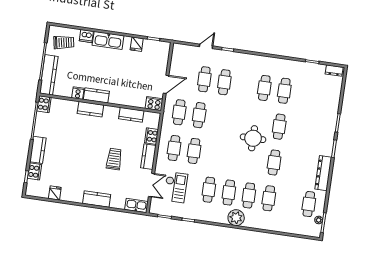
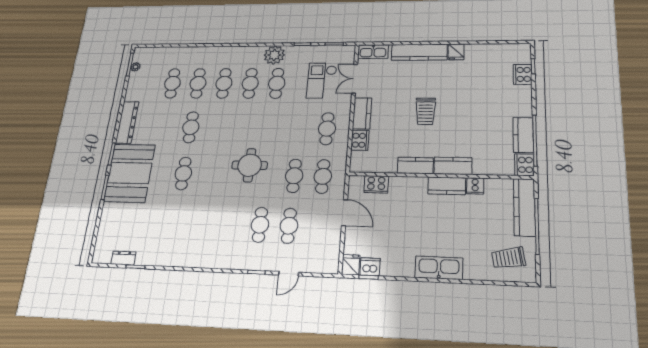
dishwasher: (86, 36) -> (370, 267), moved
fridge: (137, 44) -> (351, 265), moved
dresser: (334, 71) -> (124, 258), moved
door: (166, 84) -> (344, 213), swing flipped
cafe table: (264, 88) -> (203, 223), removed
cafe table: (284, 91) -> (175, 222), removed
cooker: (154, 104) -> (376, 184), moved
kitchen counter: (131, 115) -> (415, 165), moved
booth: (320, 132) -> (130, 173), added
round table: (253, 138) -> (250, 165), moved
kitchen counter: (38, 150) -> (523, 135), moved
cafe table: (194, 151) -> (299, 128), removed
trolley: (114, 159) -> (426, 111), moved
fridge: (55, 193) -> (456, 52), moved
kitchen counter: (97, 199) -> (419, 52), width x1.50
cafe table: (309, 204) -> (172, 83), moved
plant: (236, 218) -> (274, 55), moved

